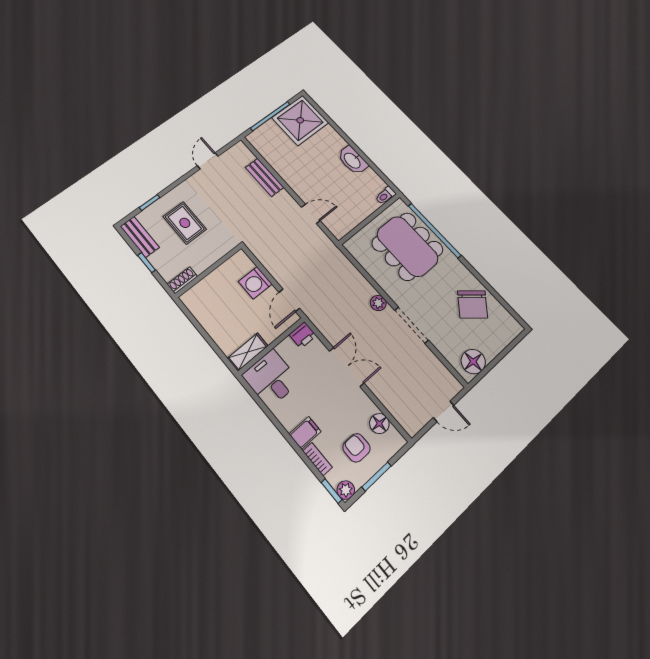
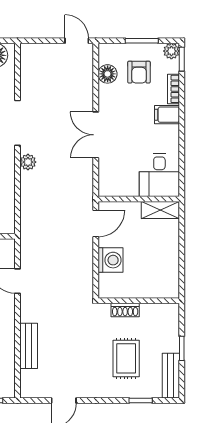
shoe rack: (182, 280) -> (125, 310), moved
printer: (303, 335) -> (108, 187), removed
door: (443, 412) -> (77, 41), moved

